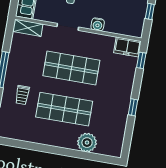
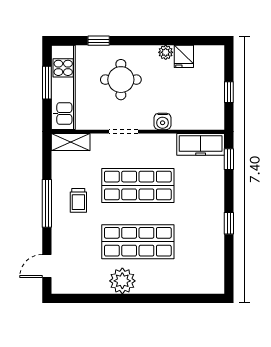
freezer: (127, 47) -> (201, 144), width x1.40
trolley: (22, 95) -> (78, 200), moved
plant: (87, 143) -> (122, 281), moved

